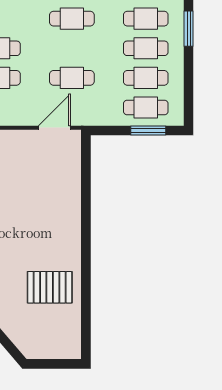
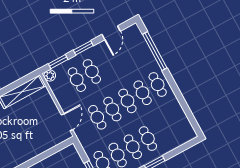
cafe table: (72, 48) -> (112, 109), added
door: (54, 128) -> (67, 122), hinge flipped

